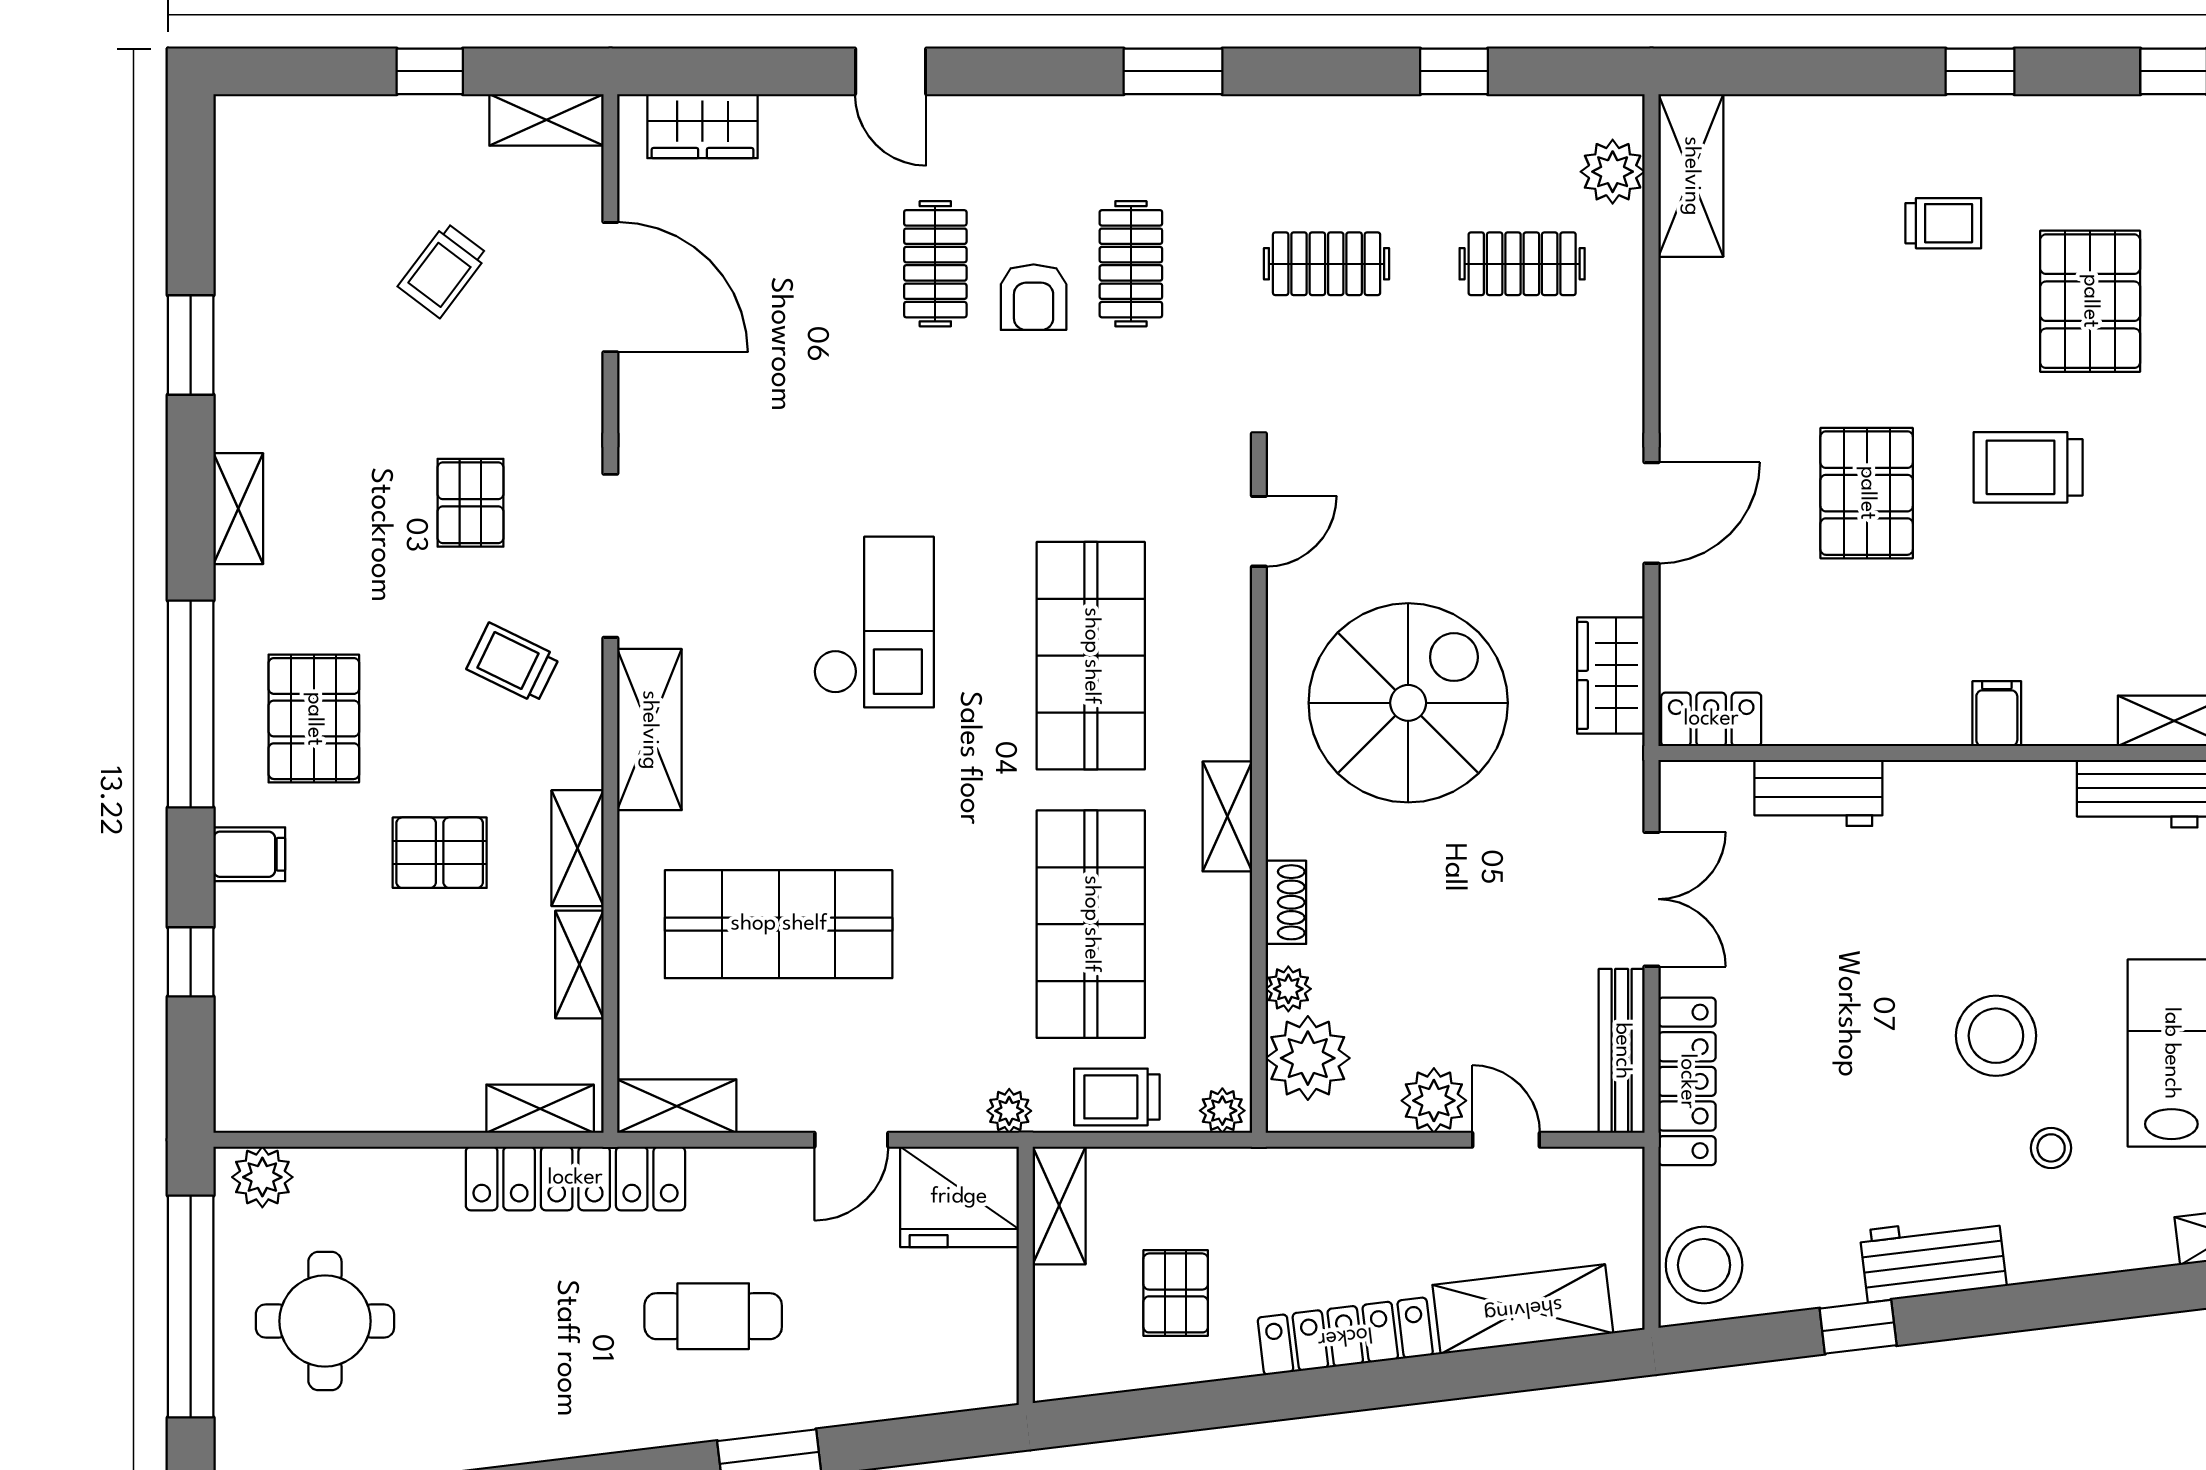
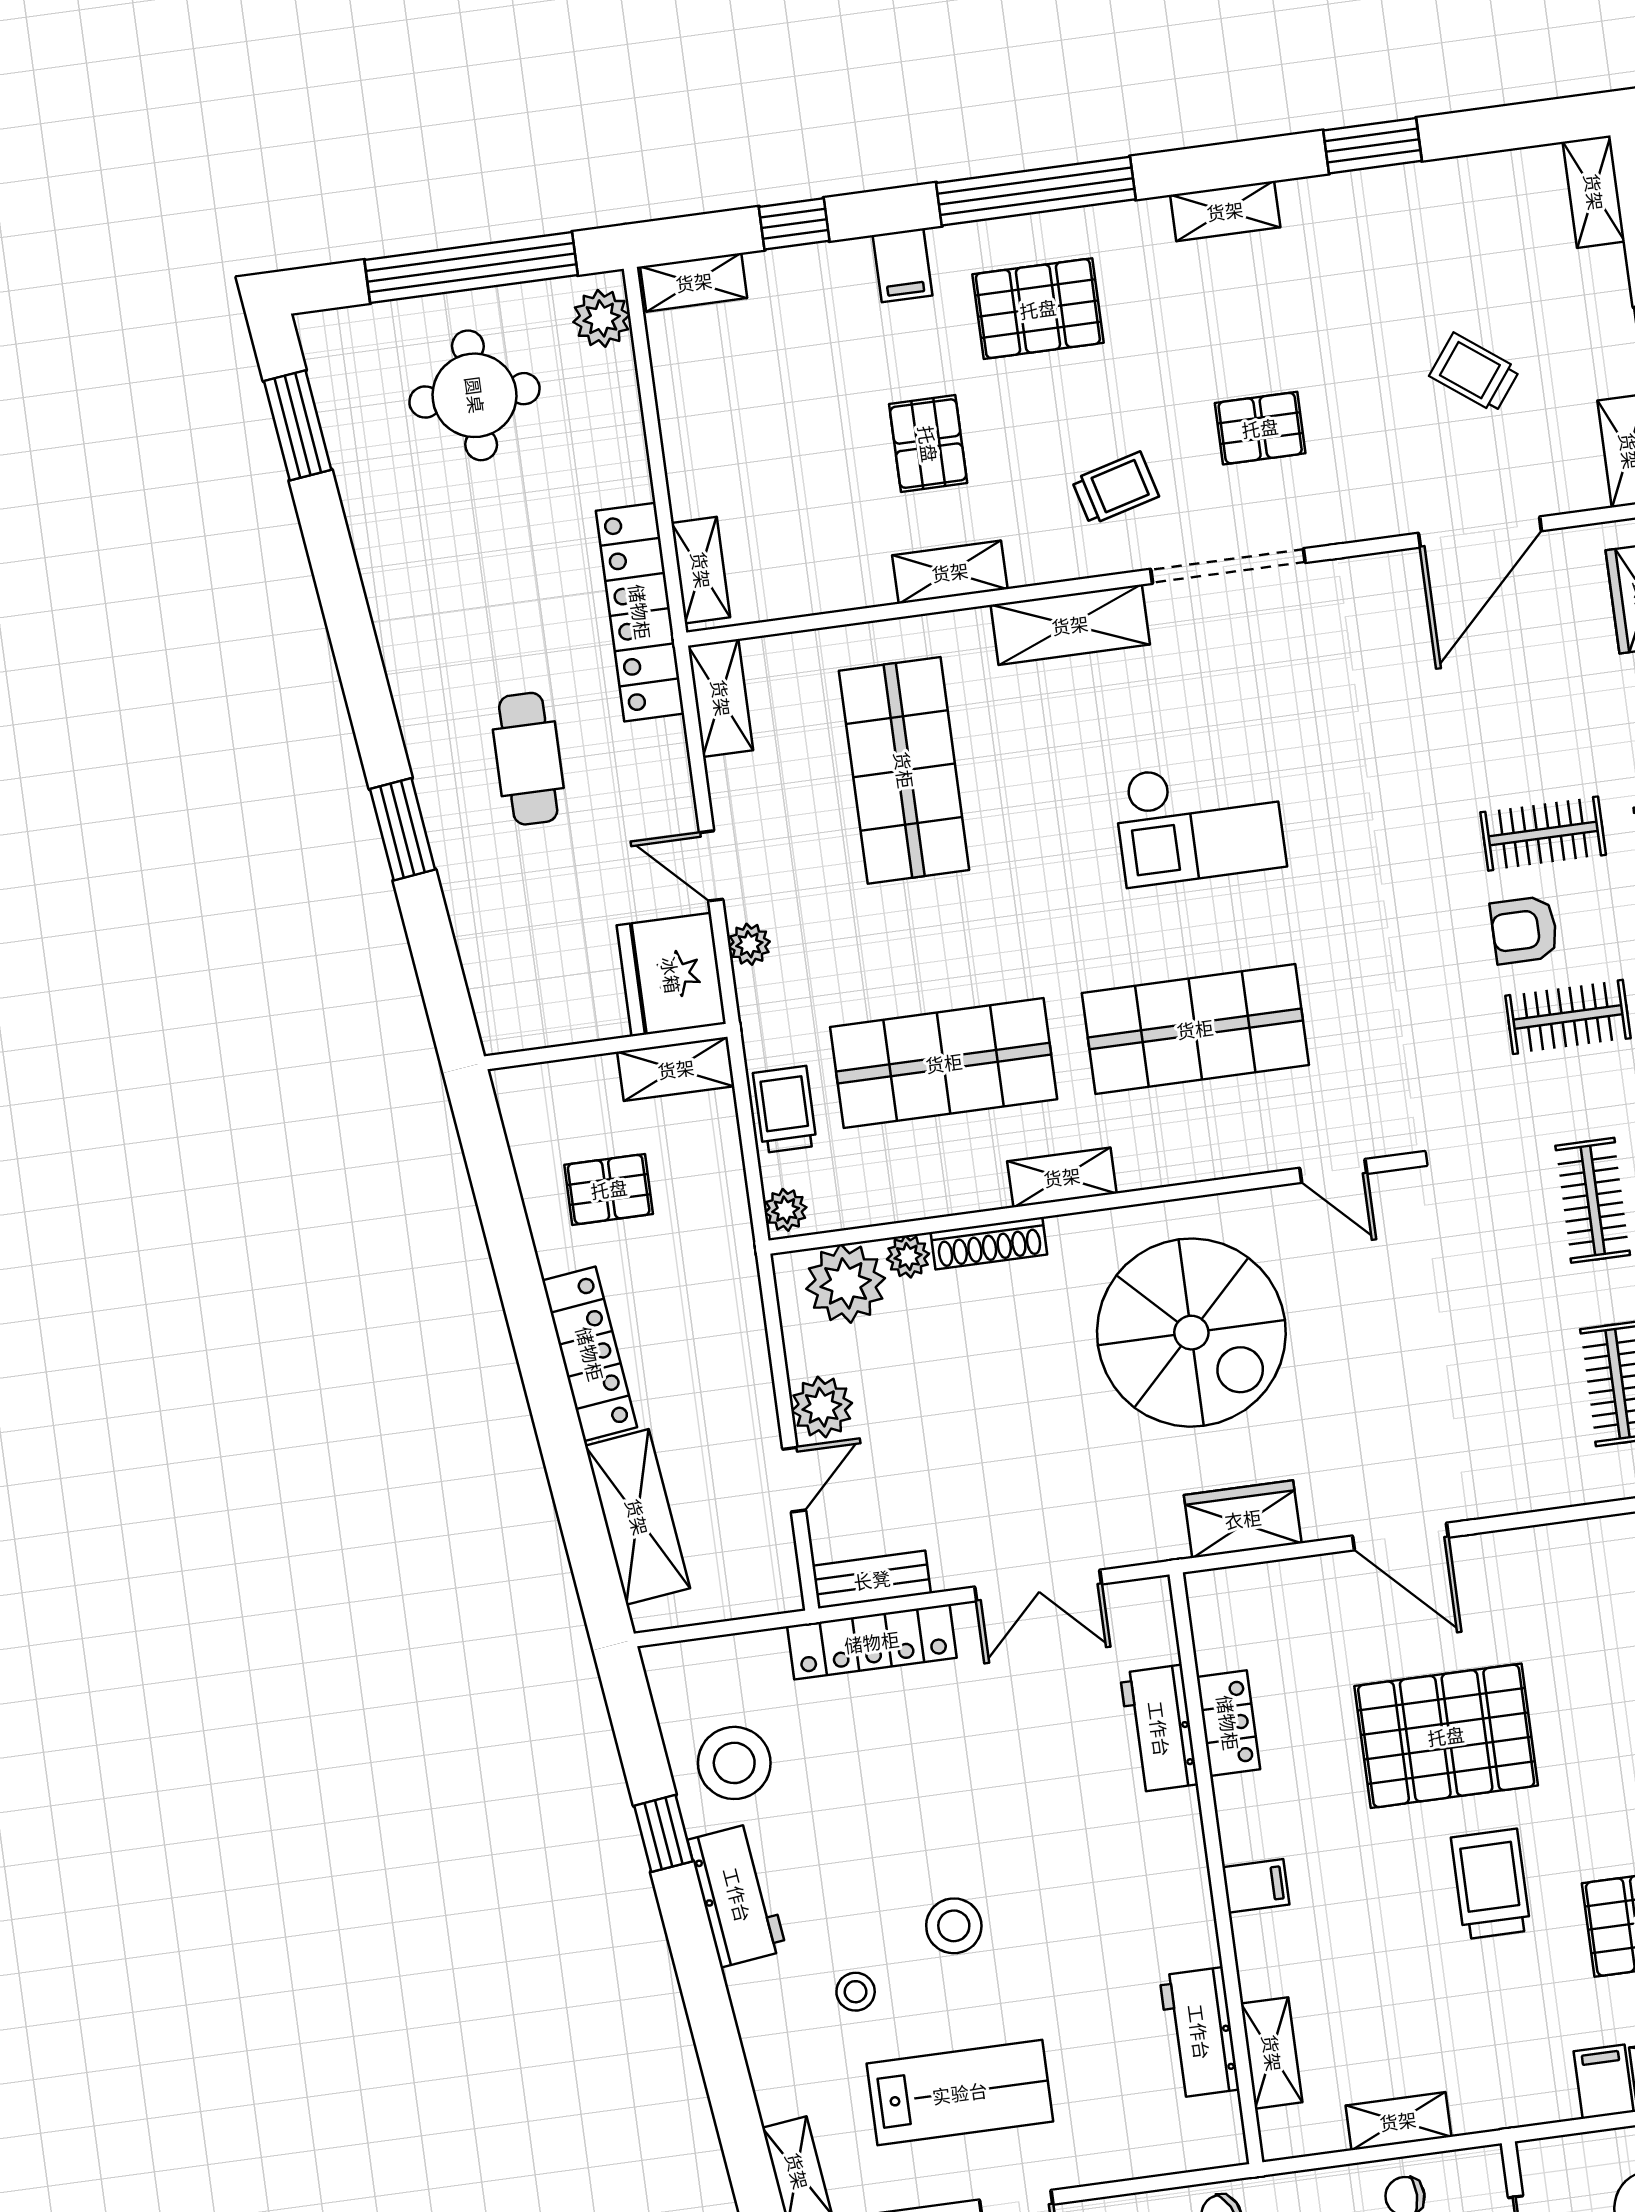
shelving: (270, 120) -> (1594, 192), added
pallet: (1867, 493) -> (1446, 1736), width x1.37, depth x1.41
trolley: (513, 663) -> (1115, 488), turned 49
locker: (1711, 719) -> (1228, 1723), moved
shoe rack: (1286, 902) -> (989, 1243), width x1.43
shelving: (579, 964) -> (694, 282), moved
stool: (1996, 1036) -> (954, 1926), width x0.73, depth x0.73
bench: (1622, 1051) -> (872, 1580), width x0.73
plant: (1009, 1111) -> (749, 944), moved
stool: (1704, 1265) -> (734, 1763), moved

